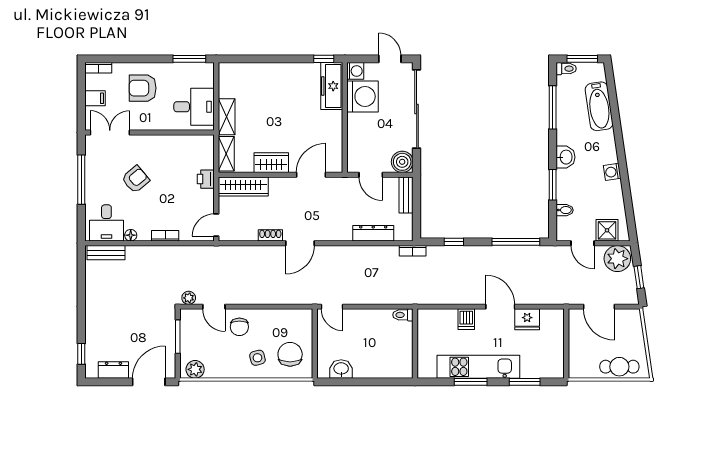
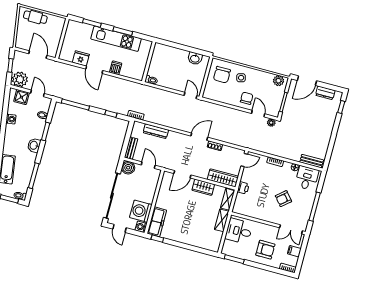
washing machine: (612, 172) -> (11, 119), moved

